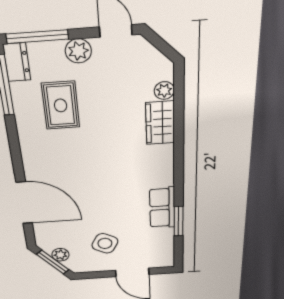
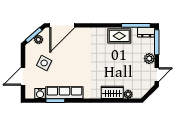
rug: (61, 105) -> (119, 36), moved
door: (24, 203) -> (62, 25), moved
row of seats: (162, 208) -> (64, 93), width x1.48
water cooler: (165, 246) -> (40, 93), added

